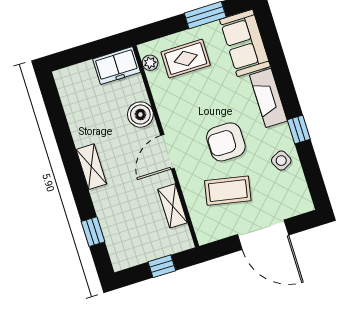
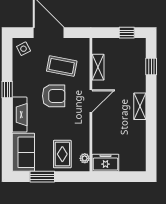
rug: (186, 59) -> (62, 154), turned 90
boiler: (140, 115) -> (100, 129), removed
side table: (281, 161) -> (24, 49), moved
window: (162, 266) -> (127, 33), moved

